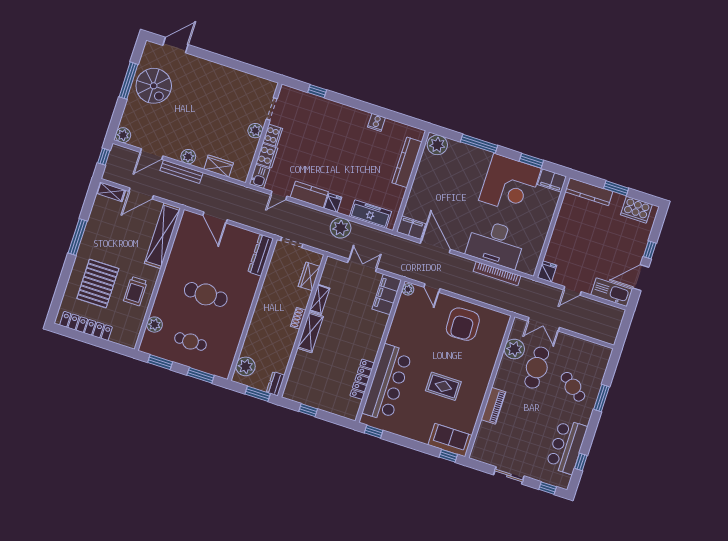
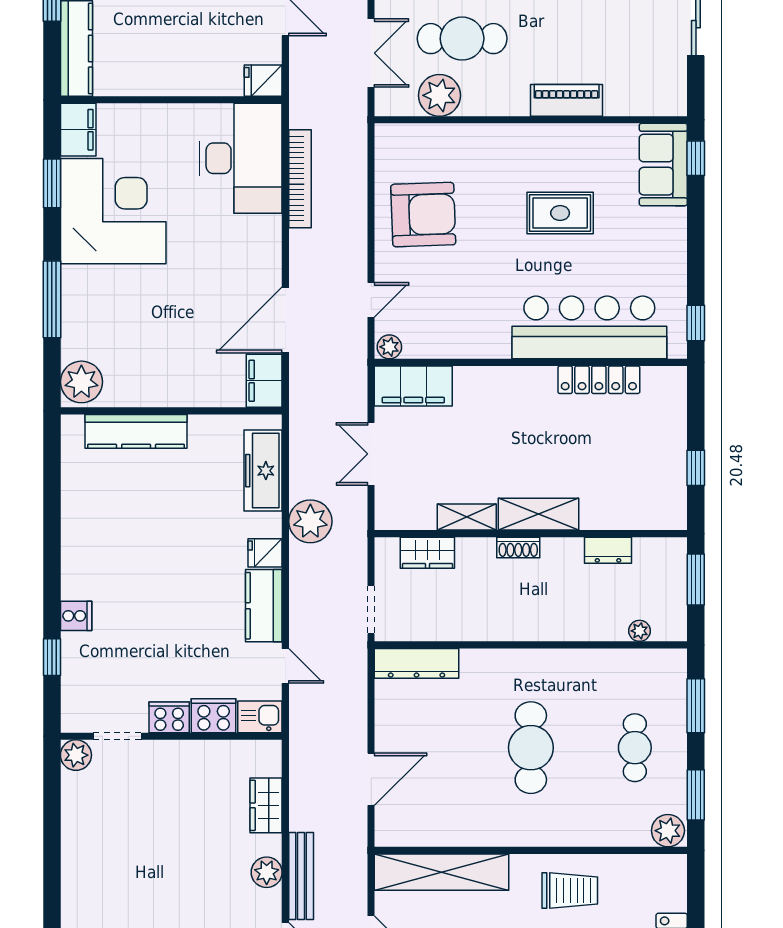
cooker: (376, 122) -> (76, 616), moved
plant: (255, 131) -> (76, 755), moved
desk: (496, 244) -> (241, 158), moved
plant: (154, 325) -> (668, 831), moved
plant: (245, 366) -> (640, 631), width x0.53, depth x0.53
dresser: (276, 384) -> (608, 550), moved
rug: (443, 386) -> (560, 213), turned 90

